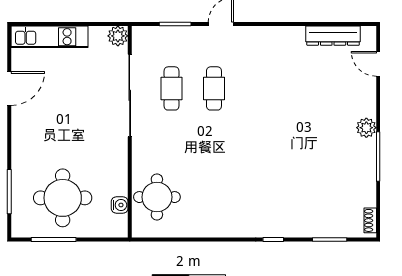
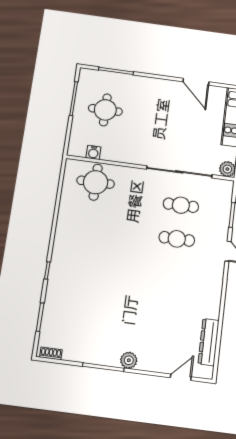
round table: (63, 198) -> (105, 110), width x0.73, depth x0.73

